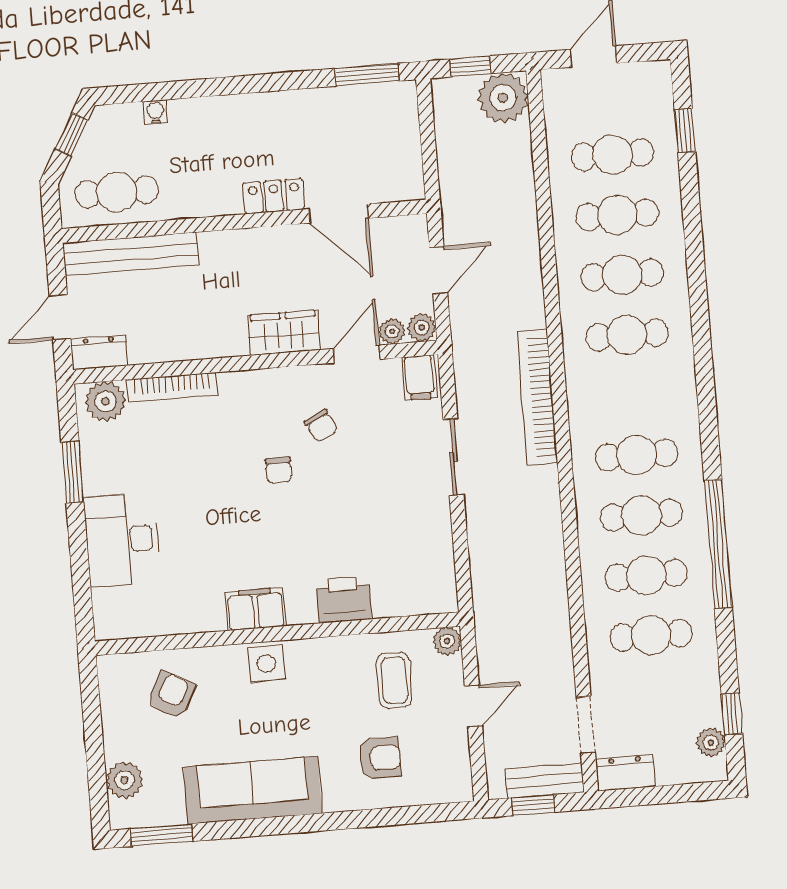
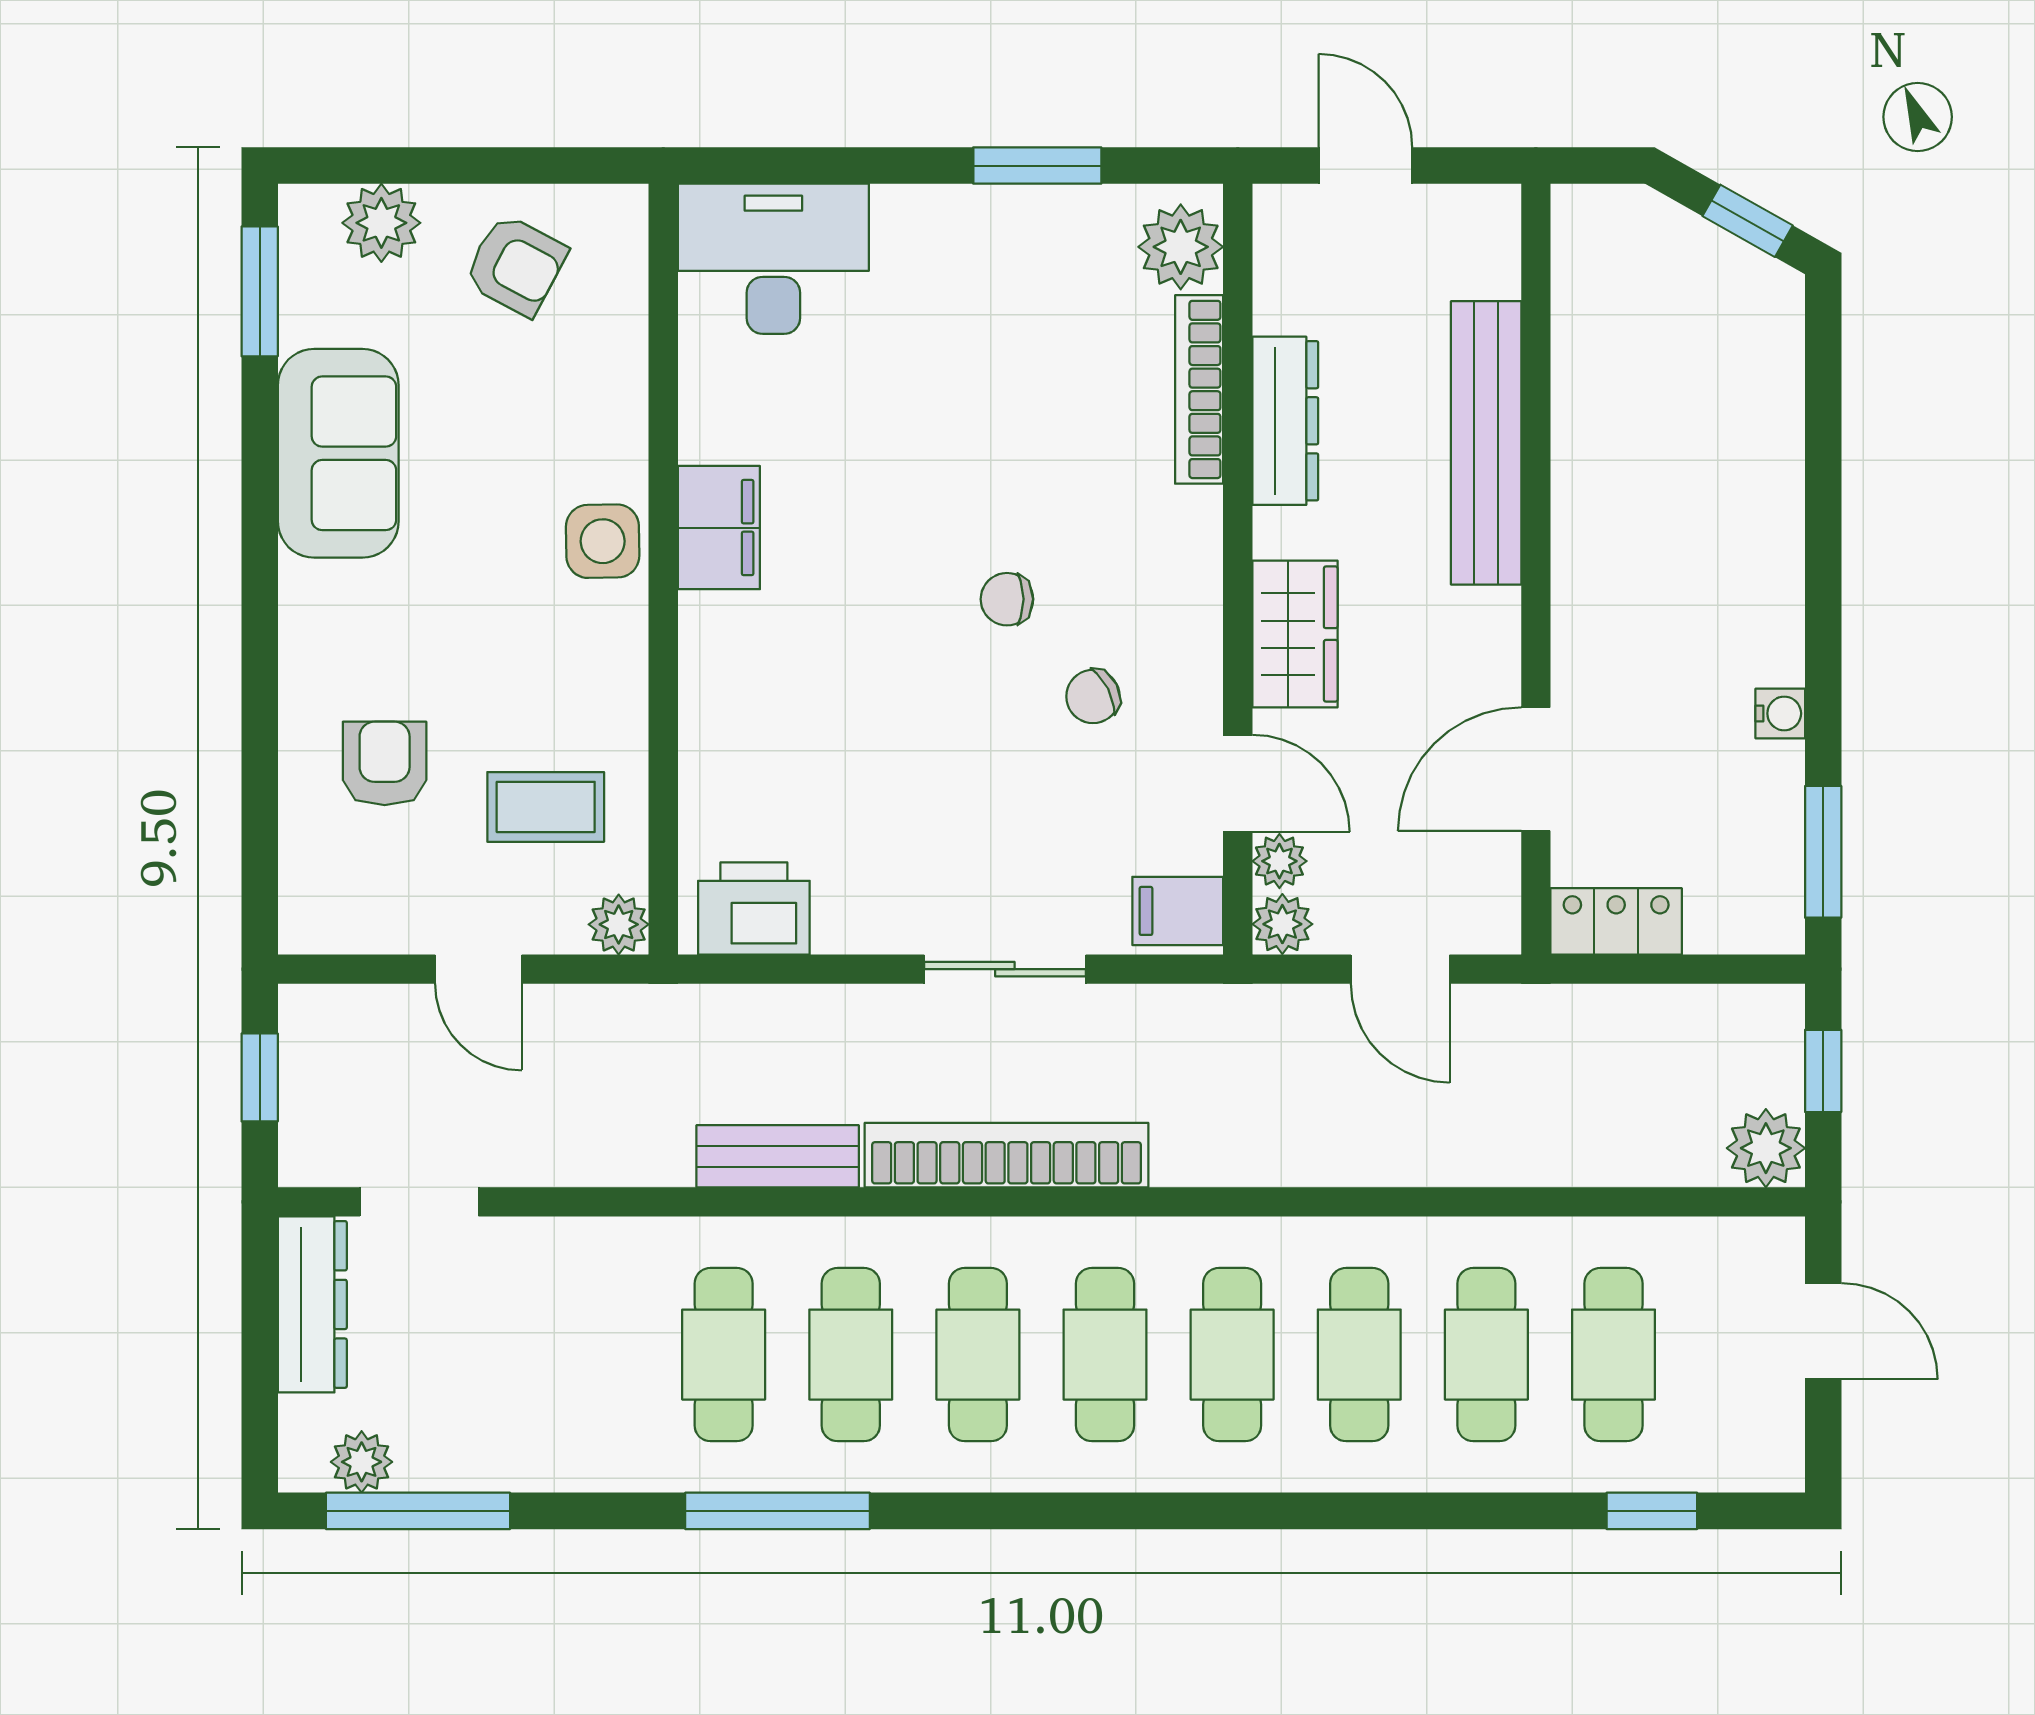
plant: (503, 98) -> (1766, 1148), width x0.73, depth x0.73
water cooler: (155, 112) -> (1780, 713), moved
cafe table: (117, 192) -> (1619, 306), removed
locker: (274, 196) -> (1616, 921), moved, turned -90
bench: (131, 254) -> (1486, 443), moved
dresser: (99, 352) -> (1285, 421), moved, width x1.44
bookcase: (537, 397) -> (1007, 1155), moved
desk: (122, 540) -> (773, 259), moved
window: (718, 544) -> (778, 1511), width x0.68
printer: (344, 599) -> (754, 908), moved, turned -90
cafe table: (651, 635) -> (1105, 1355), moved
armchair: (171, 695) -> (516, 265), moved
window: (732, 714) -> (418, 1511), width x2.17
armchair: (380, 758) -> (385, 763), turned 180
dresser: (626, 773) -> (312, 1304), width x1.44
bench: (545, 781) -> (778, 1156), moved, turned 90
sofa: (253, 790) -> (338, 453), width x0.73

